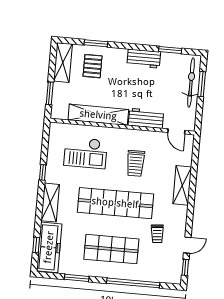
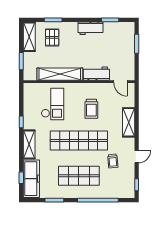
bicycle: (191, 83) -> (128, 43), removed
checkout: (85, 153) -> (53, 104), turned -90
door: (187, 245) -> (137, 157), moved

